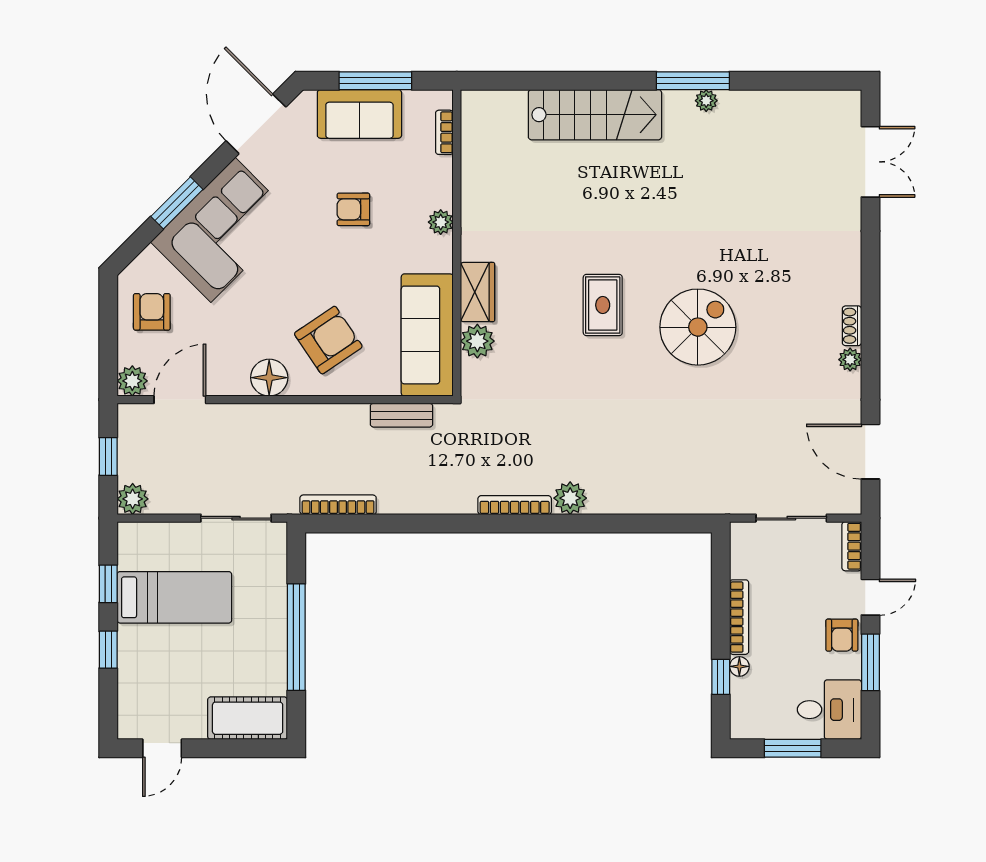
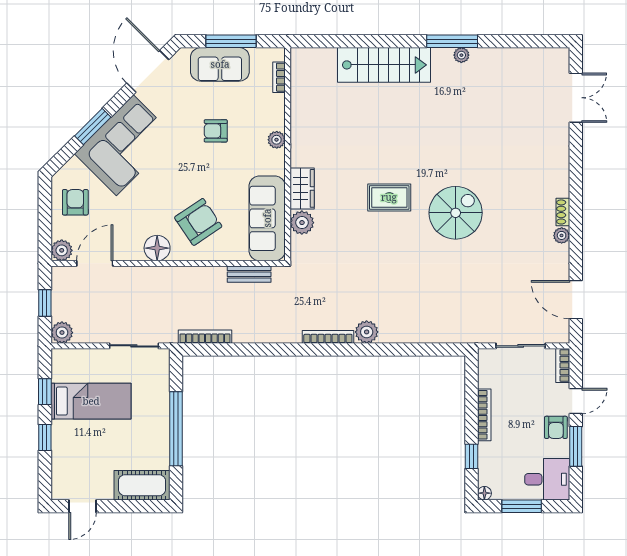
rug: (603, 305) -> (389, 197), turned 90
floor lamp: (739, 666) -> (484, 493), moved

